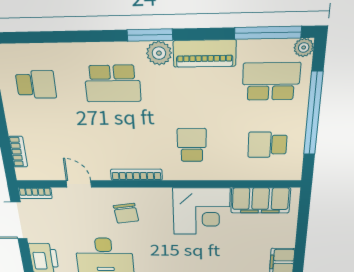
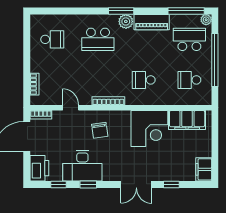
school desk: (192, 145) -> (144, 80), turned -90

